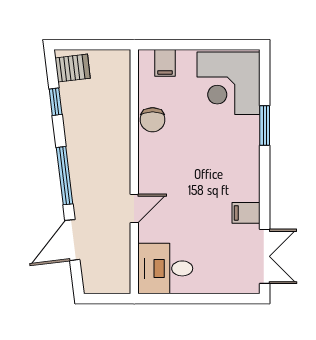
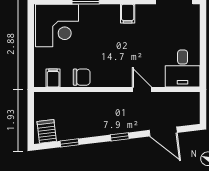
filing cabinet: (165, 63) -> (53, 78), moved, turned -90
window: (65, 176) -> (120, 137), width x0.46
filing cabinet: (246, 213) -> (128, 14), moved

